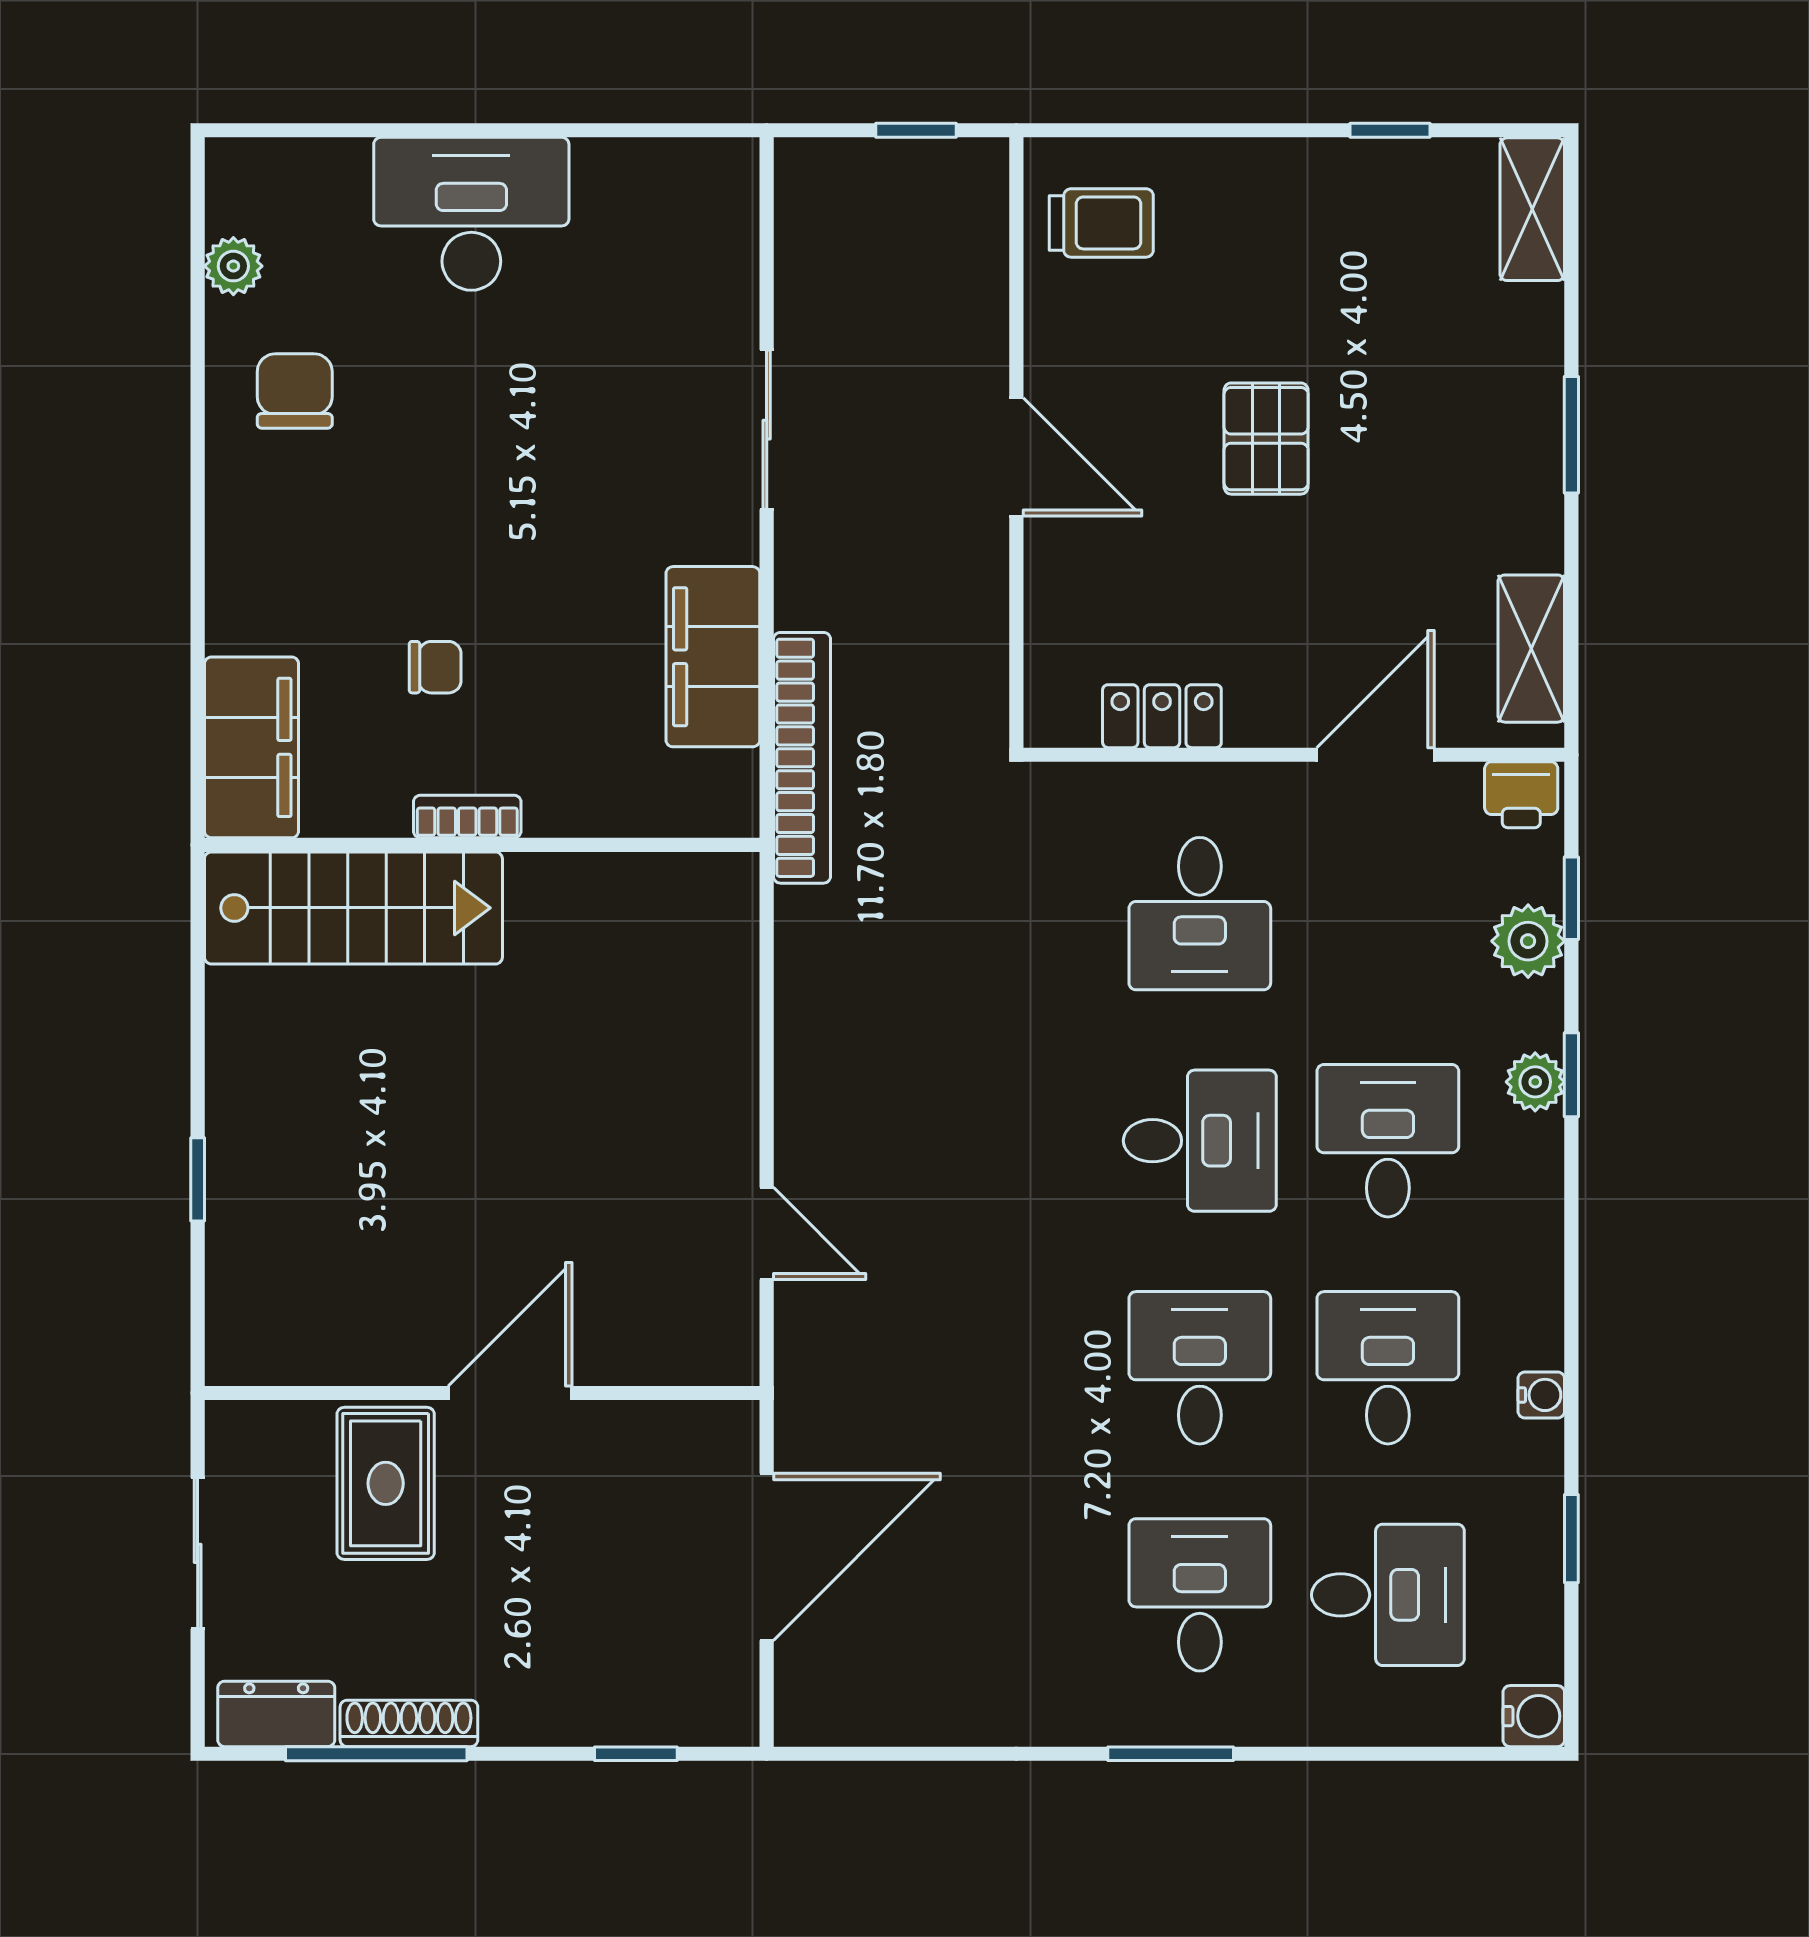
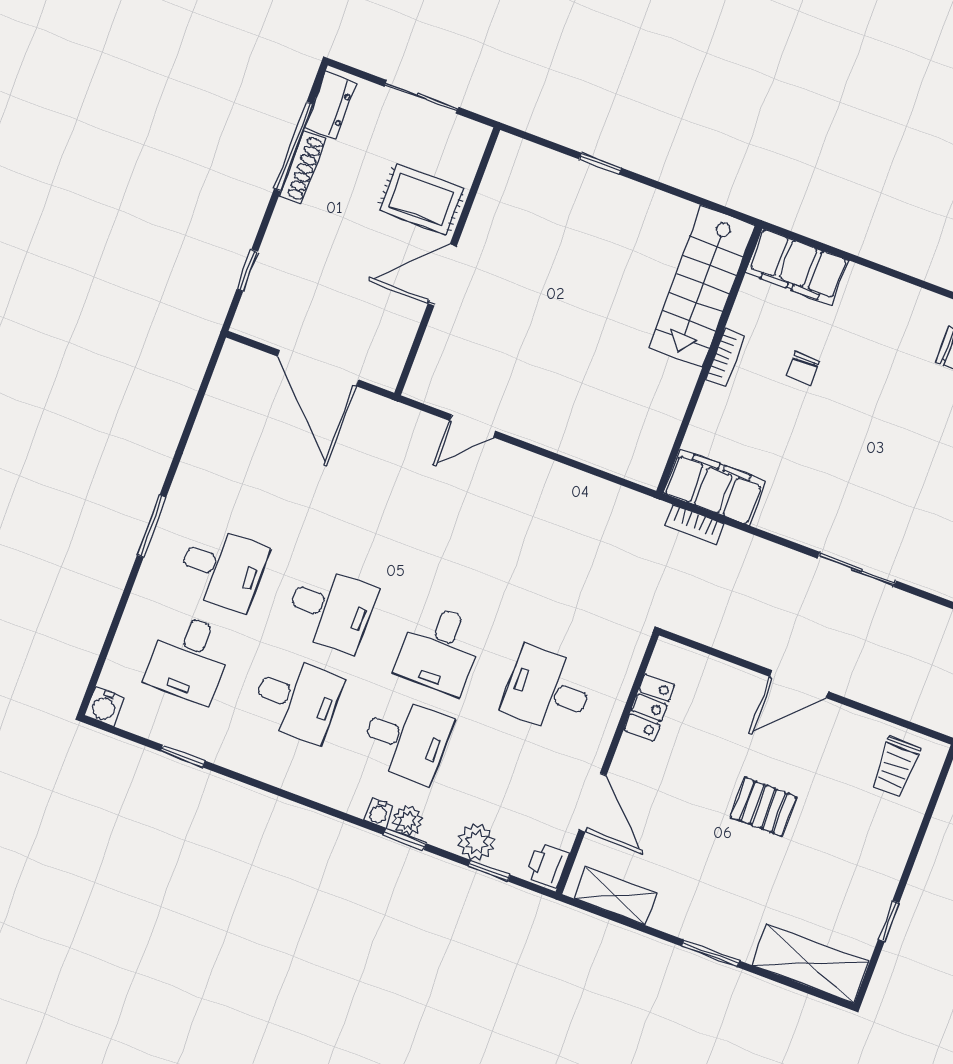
shelving: (1532, 209) -> (810, 964), width x1.50, depth x1.33
filing cabinet: (713, 657) -> (714, 487), moved
bookcase: (802, 758) -> (695, 525), width x0.43, depth x0.76
door: (510, 1393) -> (442, 275), swing flipped
water cooler: (1541, 1395) -> (379, 813), moved

